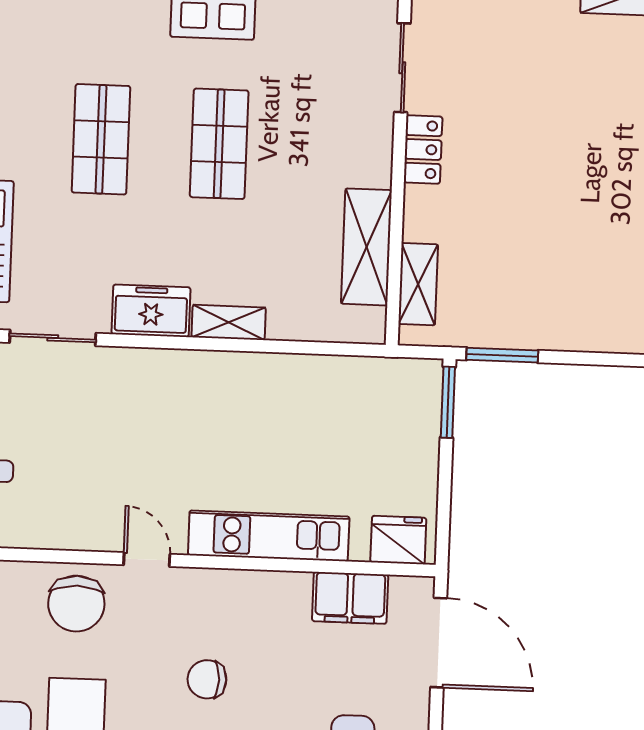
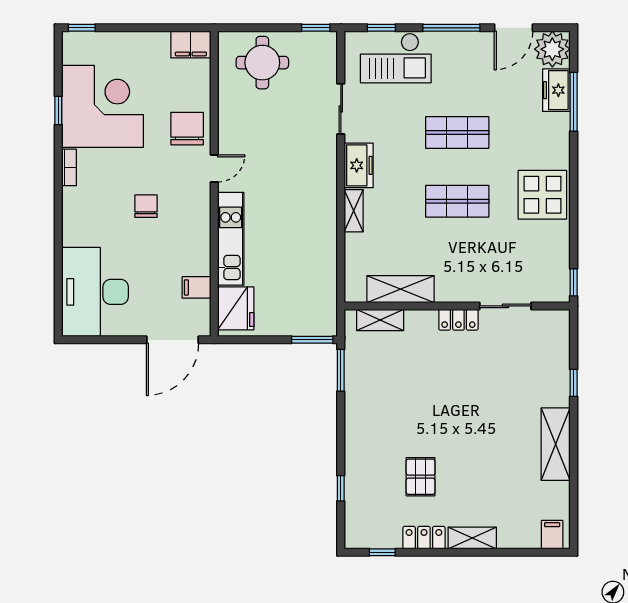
fridge: (398, 540) -> (236, 308), width x1.36, depth x1.34
filing cabinet: (350, 598) -> (196, 287), width x0.50
chair: (76, 604) -> (187, 129), turned 90

